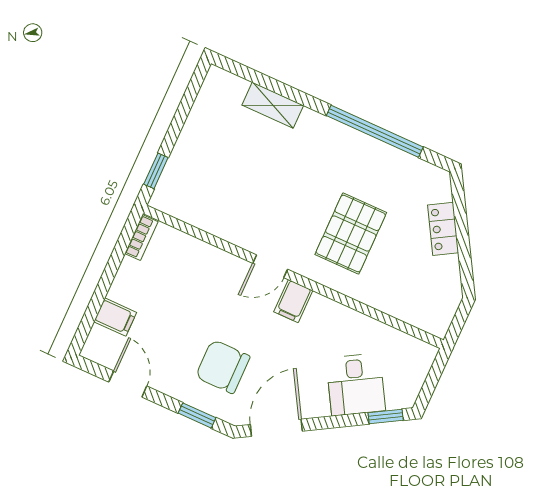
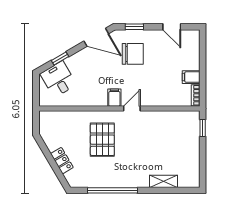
filing cabinet: (115, 317) -> (191, 77), moved
desk: (356, 385) -> (58, 79), moved
window: (386, 416) -> (60, 58), moved
door: (276, 428) -> (96, 37), hinge flipped

